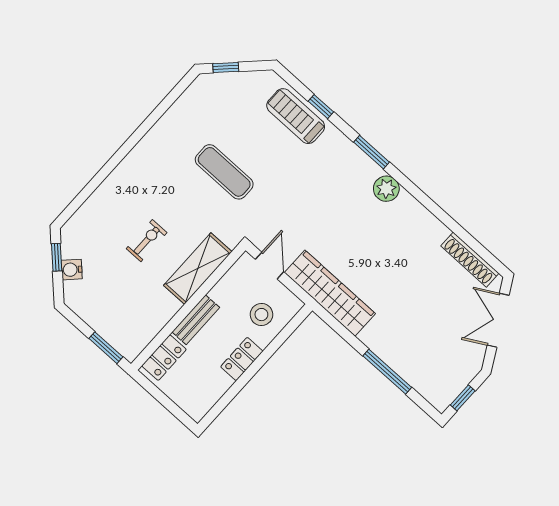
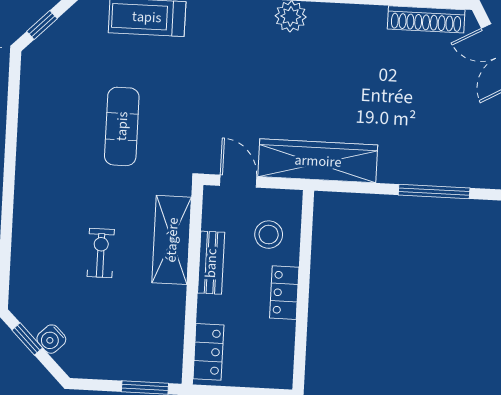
exercise mat: (224, 172) -> (122, 126), turned 90
bench: (196, 320) -> (211, 263), moved

